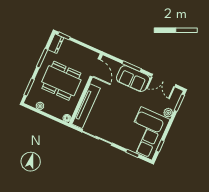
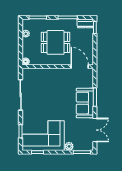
door: (95, 68) -> (80, 67), swing flipped
double door: (164, 80) -> (95, 130), swing flipped
dining table: (61, 81) -> (55, 42), width x0.73
tv unit: (86, 106) -> (43, 73), removed

